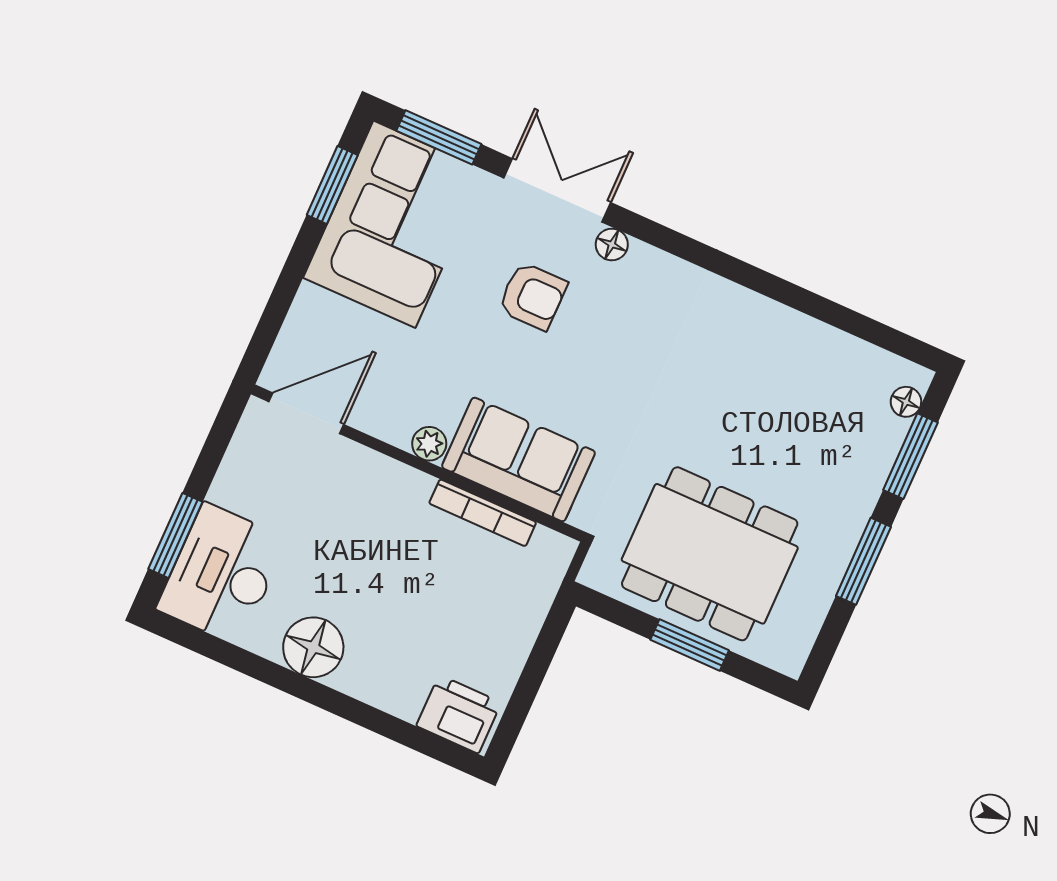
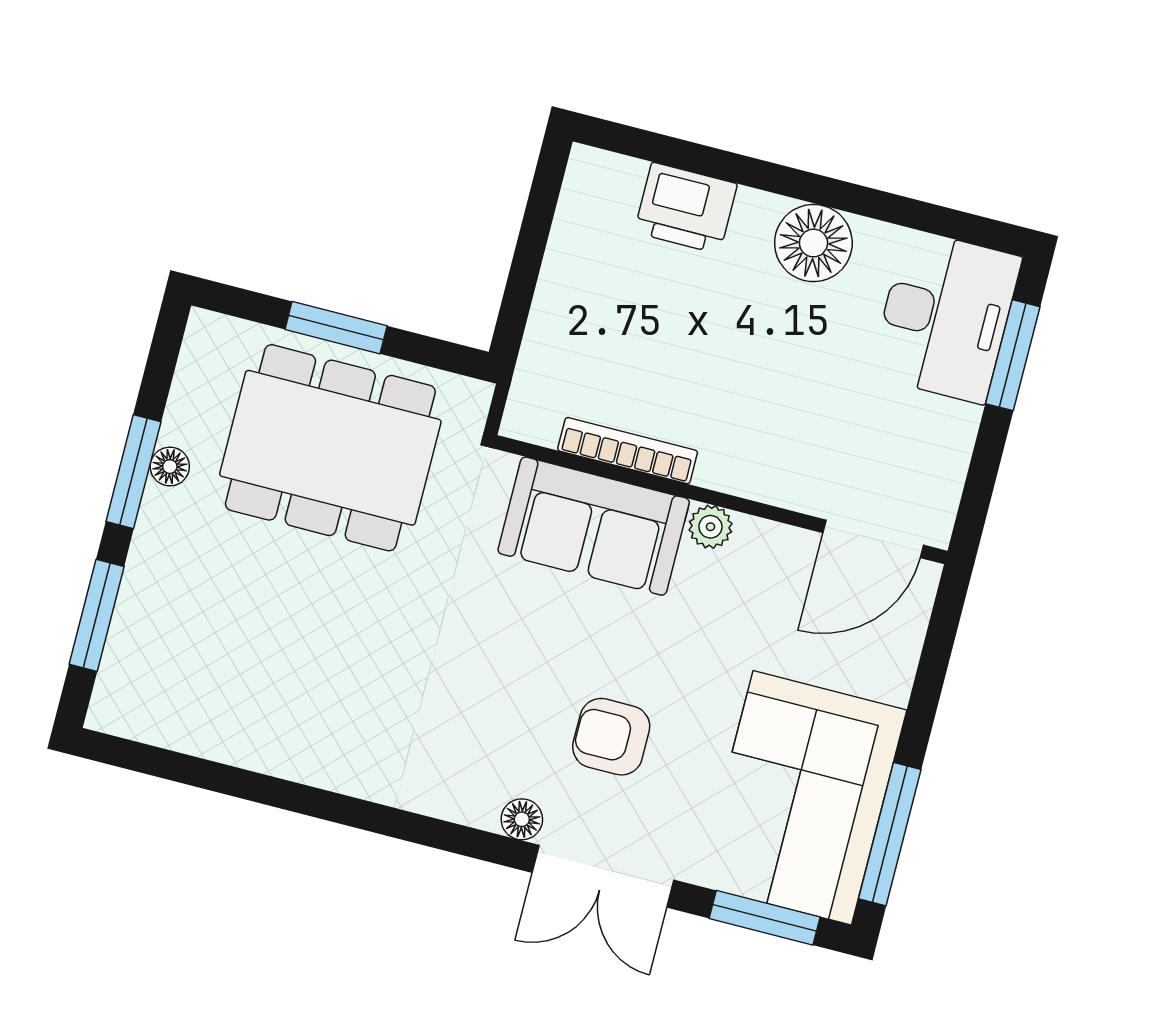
window: (332, 185) -> (890, 834), width x1.44
floor lamp: (906, 402) -> (170, 467), moved
printer: (459, 714) -> (686, 208), moved

